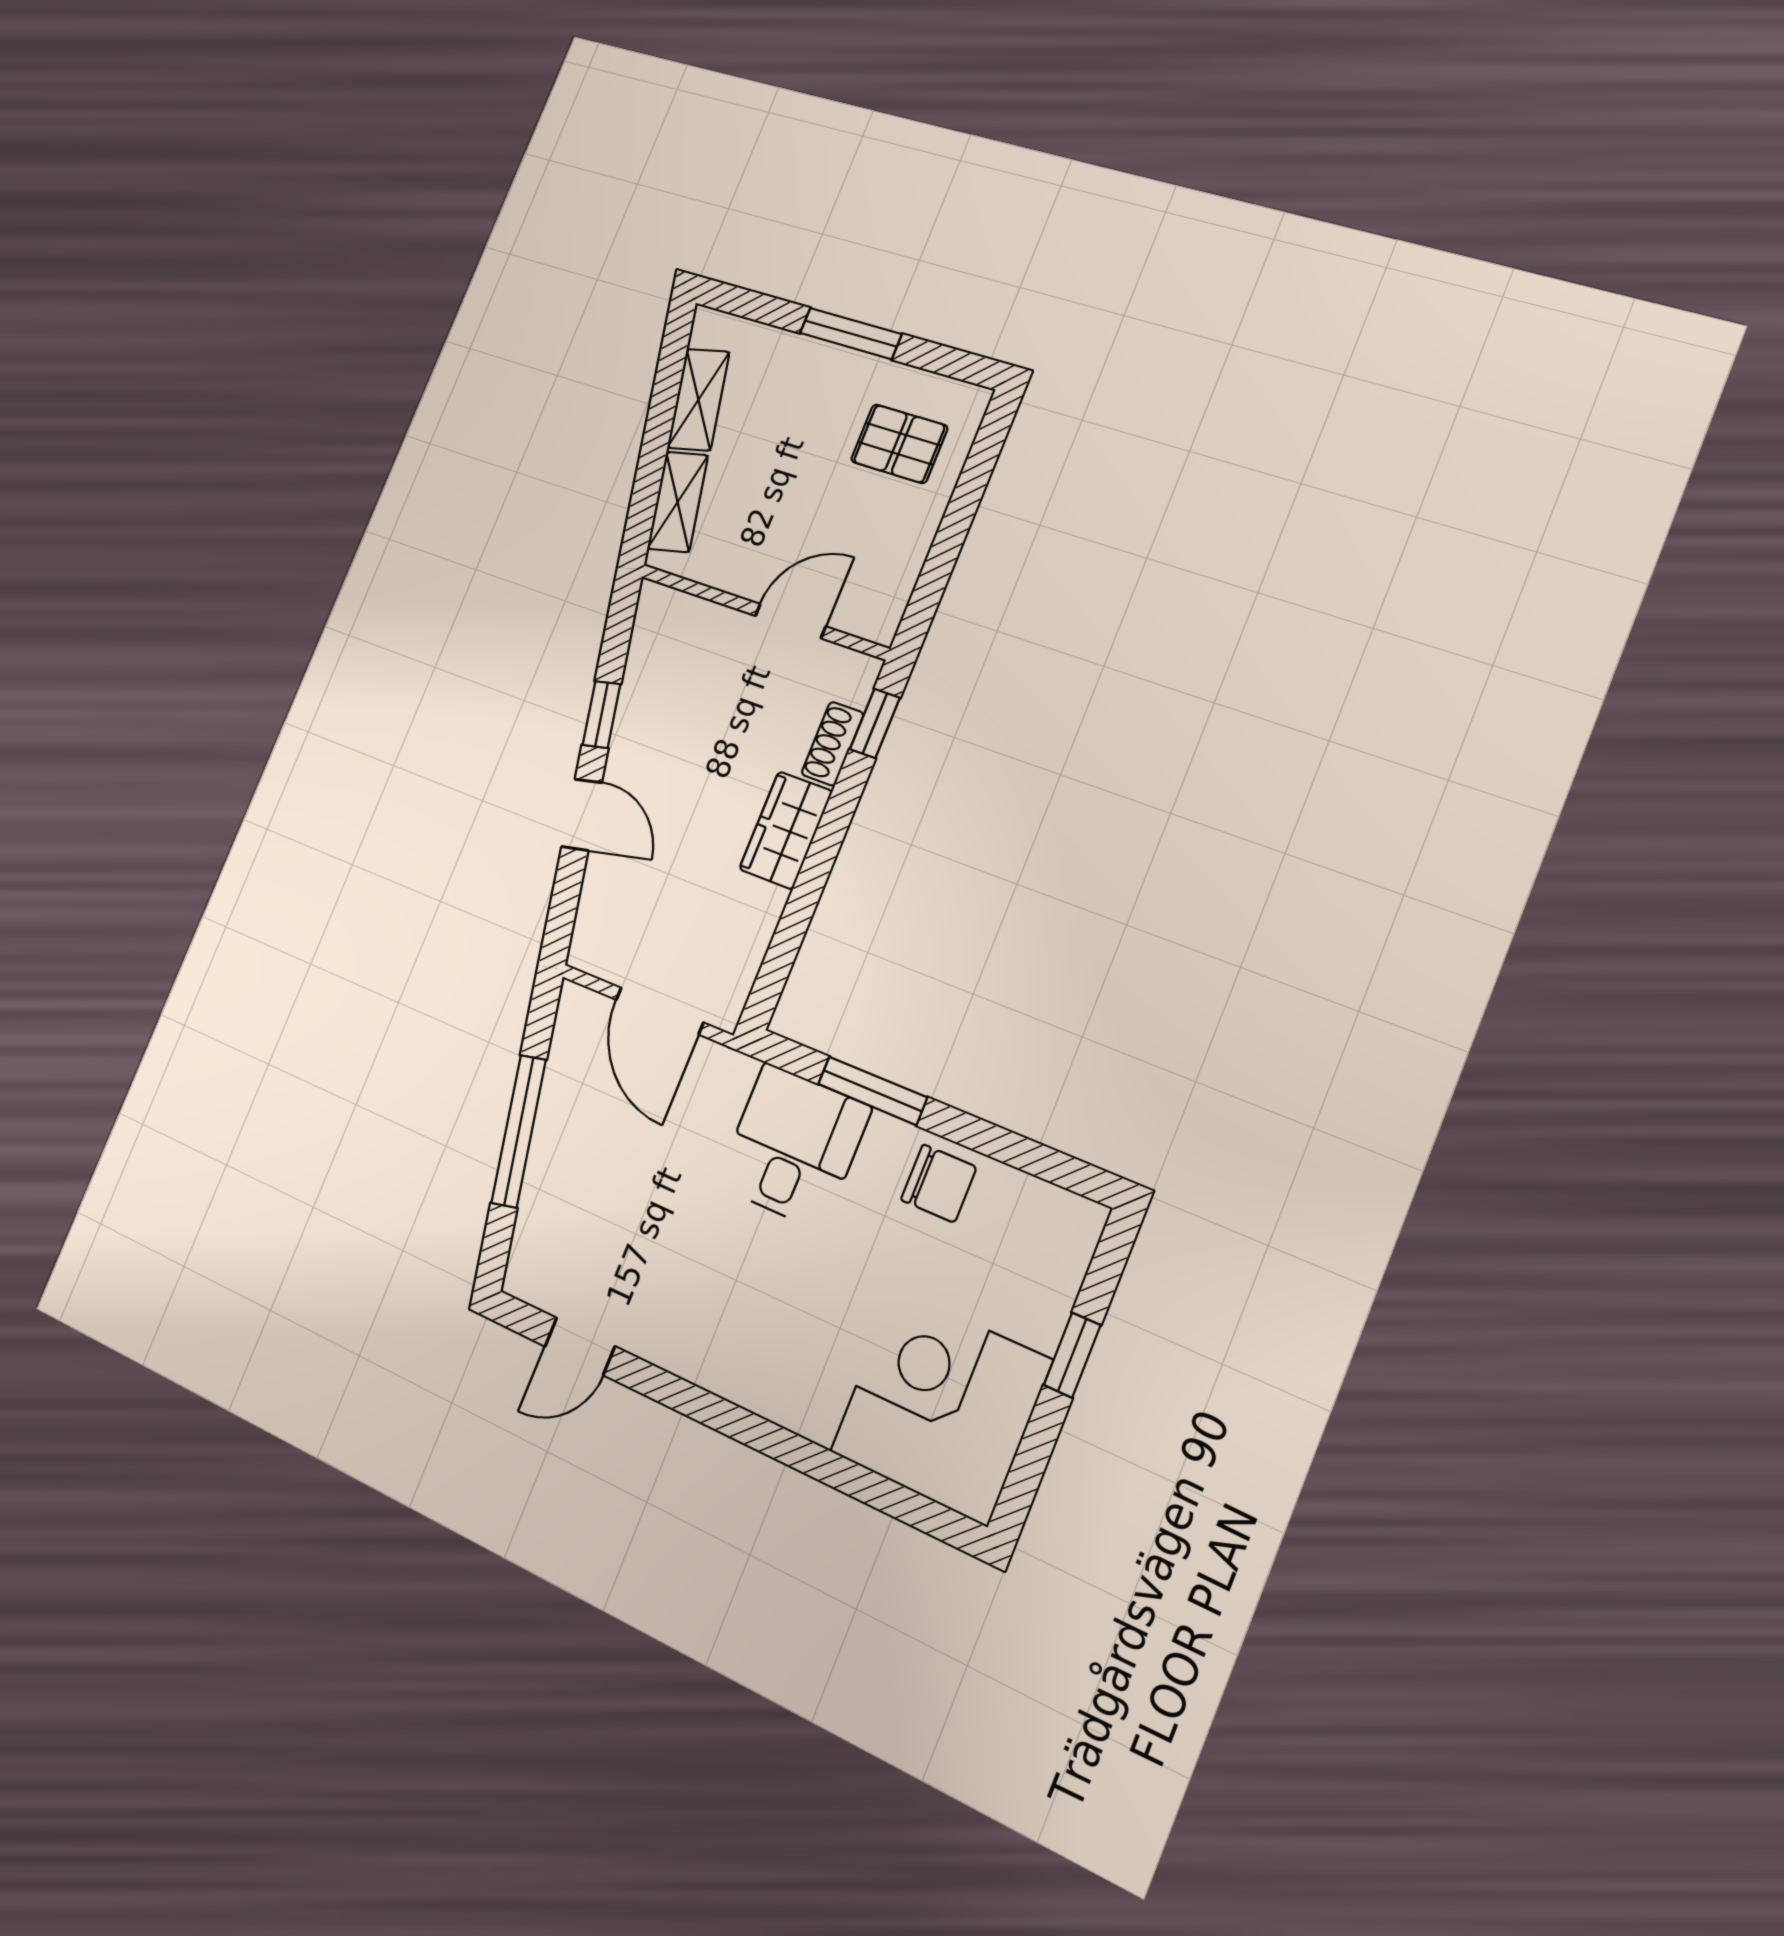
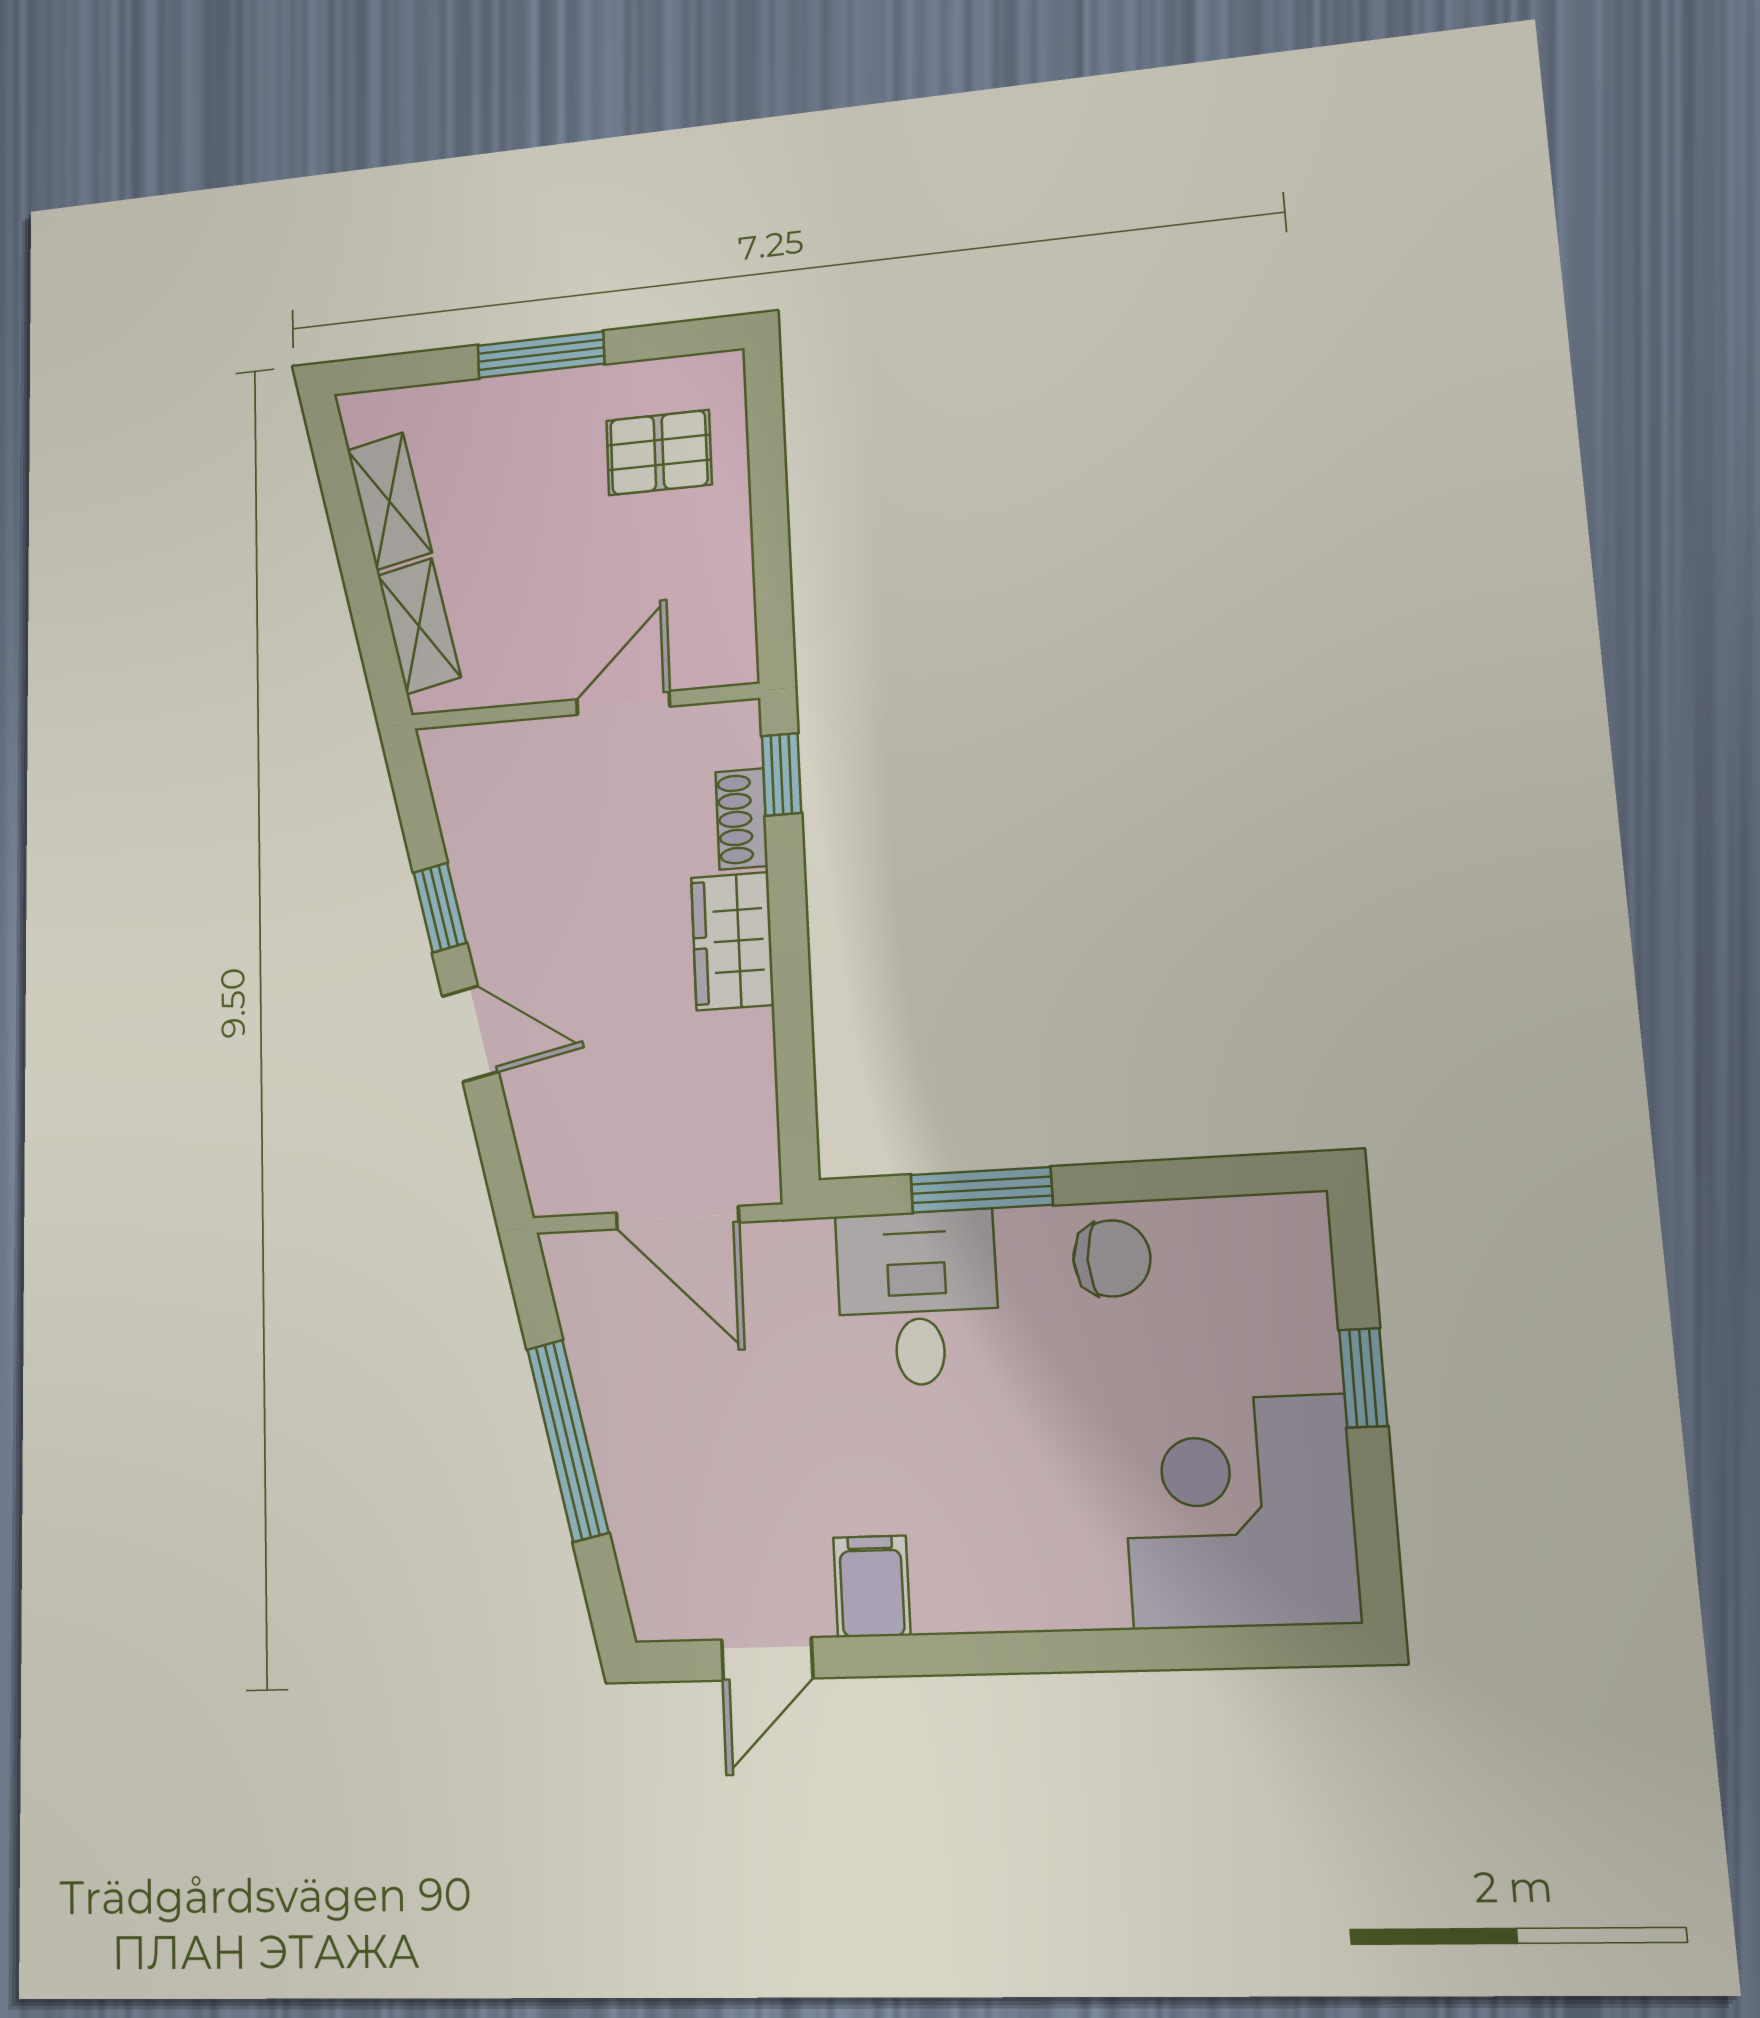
filing cabinet: (670, 1332) -> (872, 1586), added

